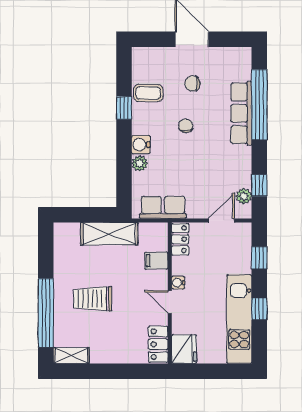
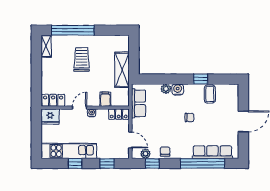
chair: (192, 84) -> (165, 151), moved
row of seats: (241, 113) -> (212, 152), moved

